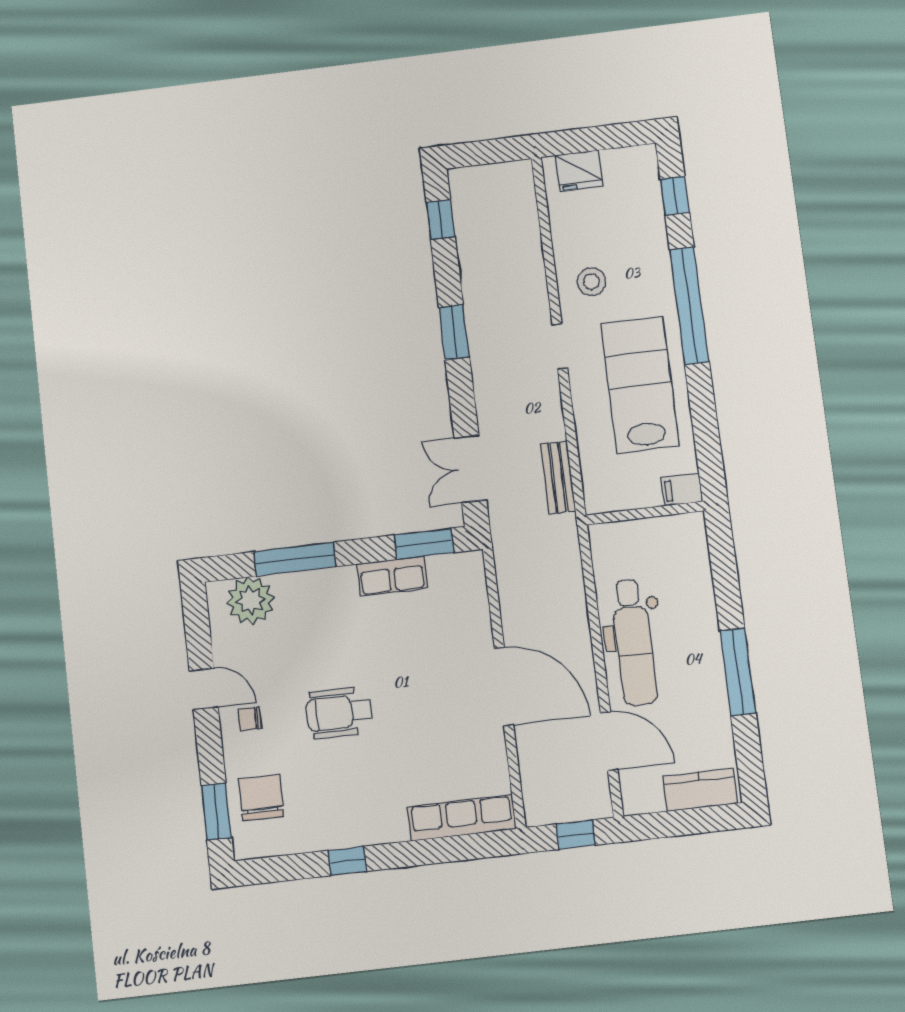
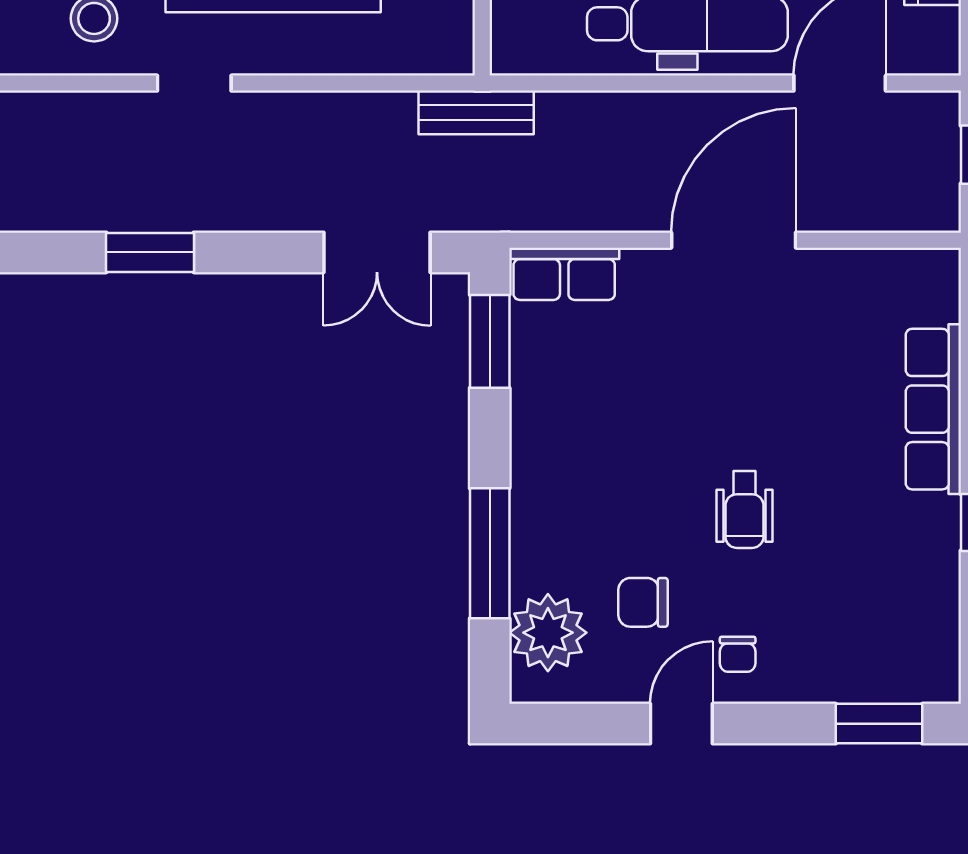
bench: (558, 477) -> (476, 112), moved
row of seats: (392, 576) -> (564, 274), moved, turned 90
wheelchair: (339, 713) -> (744, 510), width x0.73, depth x0.73
chair: (261, 798) -> (643, 602), moved, width x0.73, depth x0.73
row of seats: (462, 818) -> (933, 409), moved

